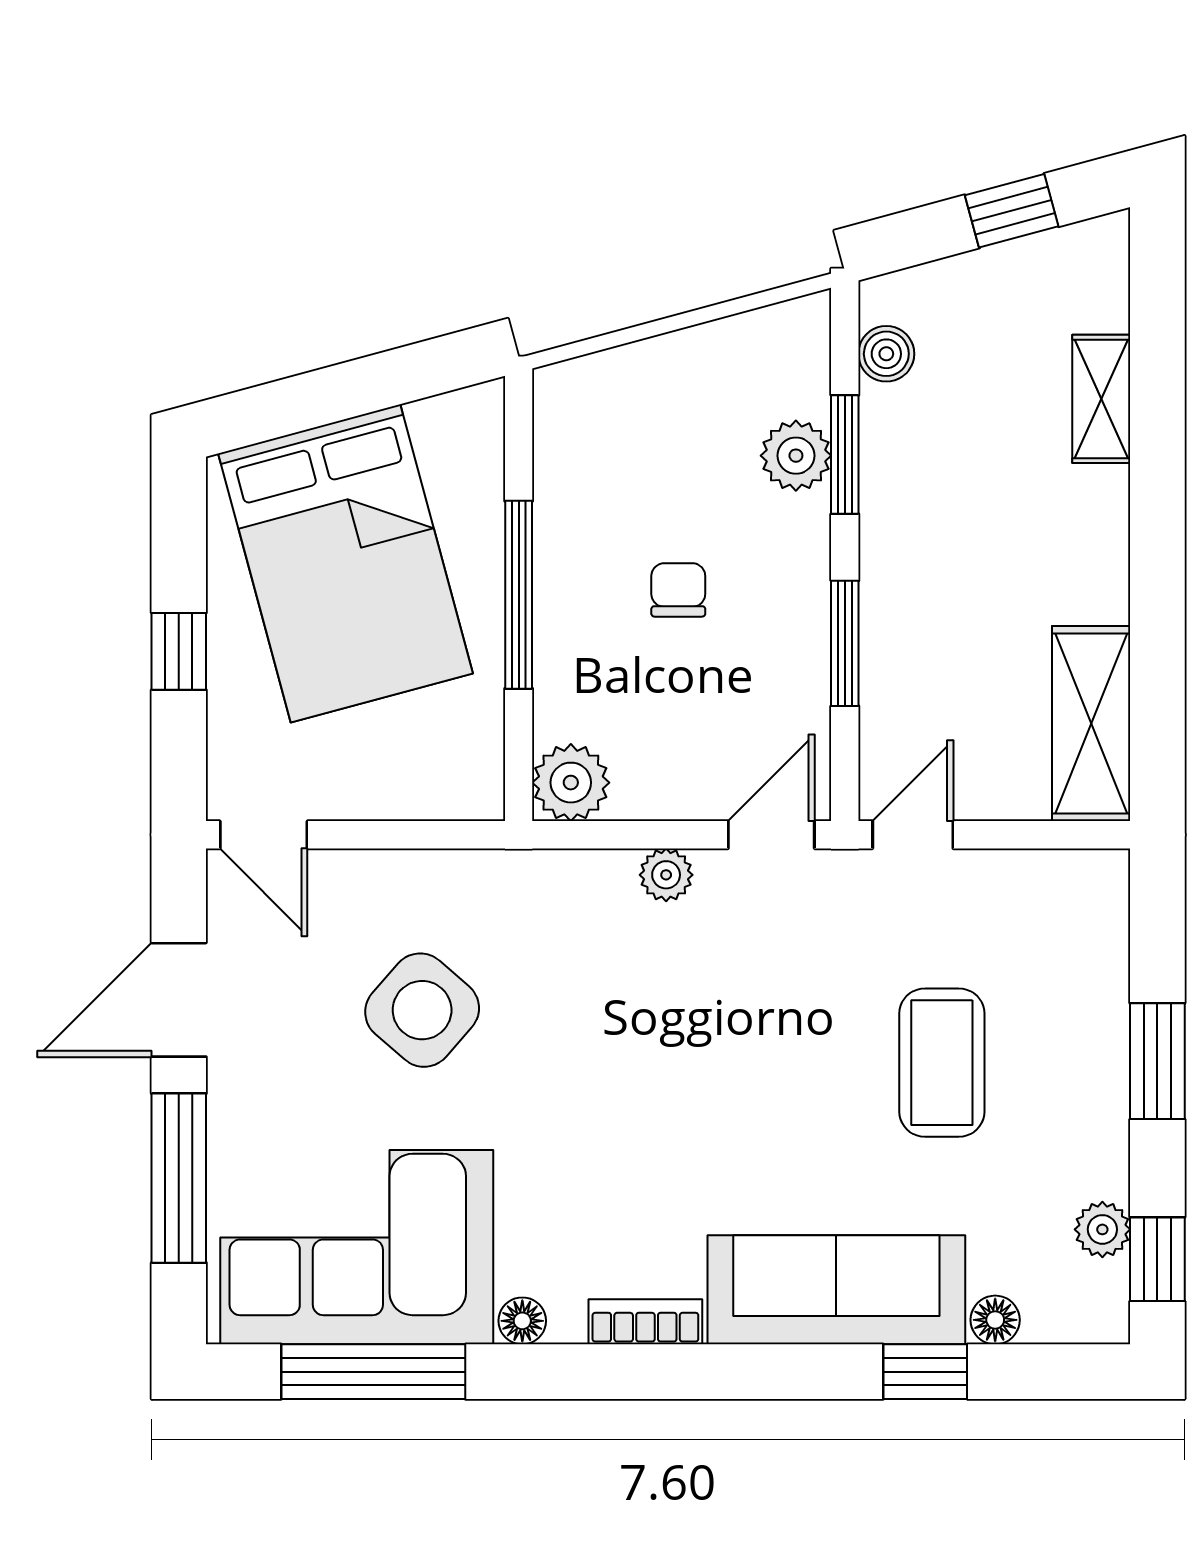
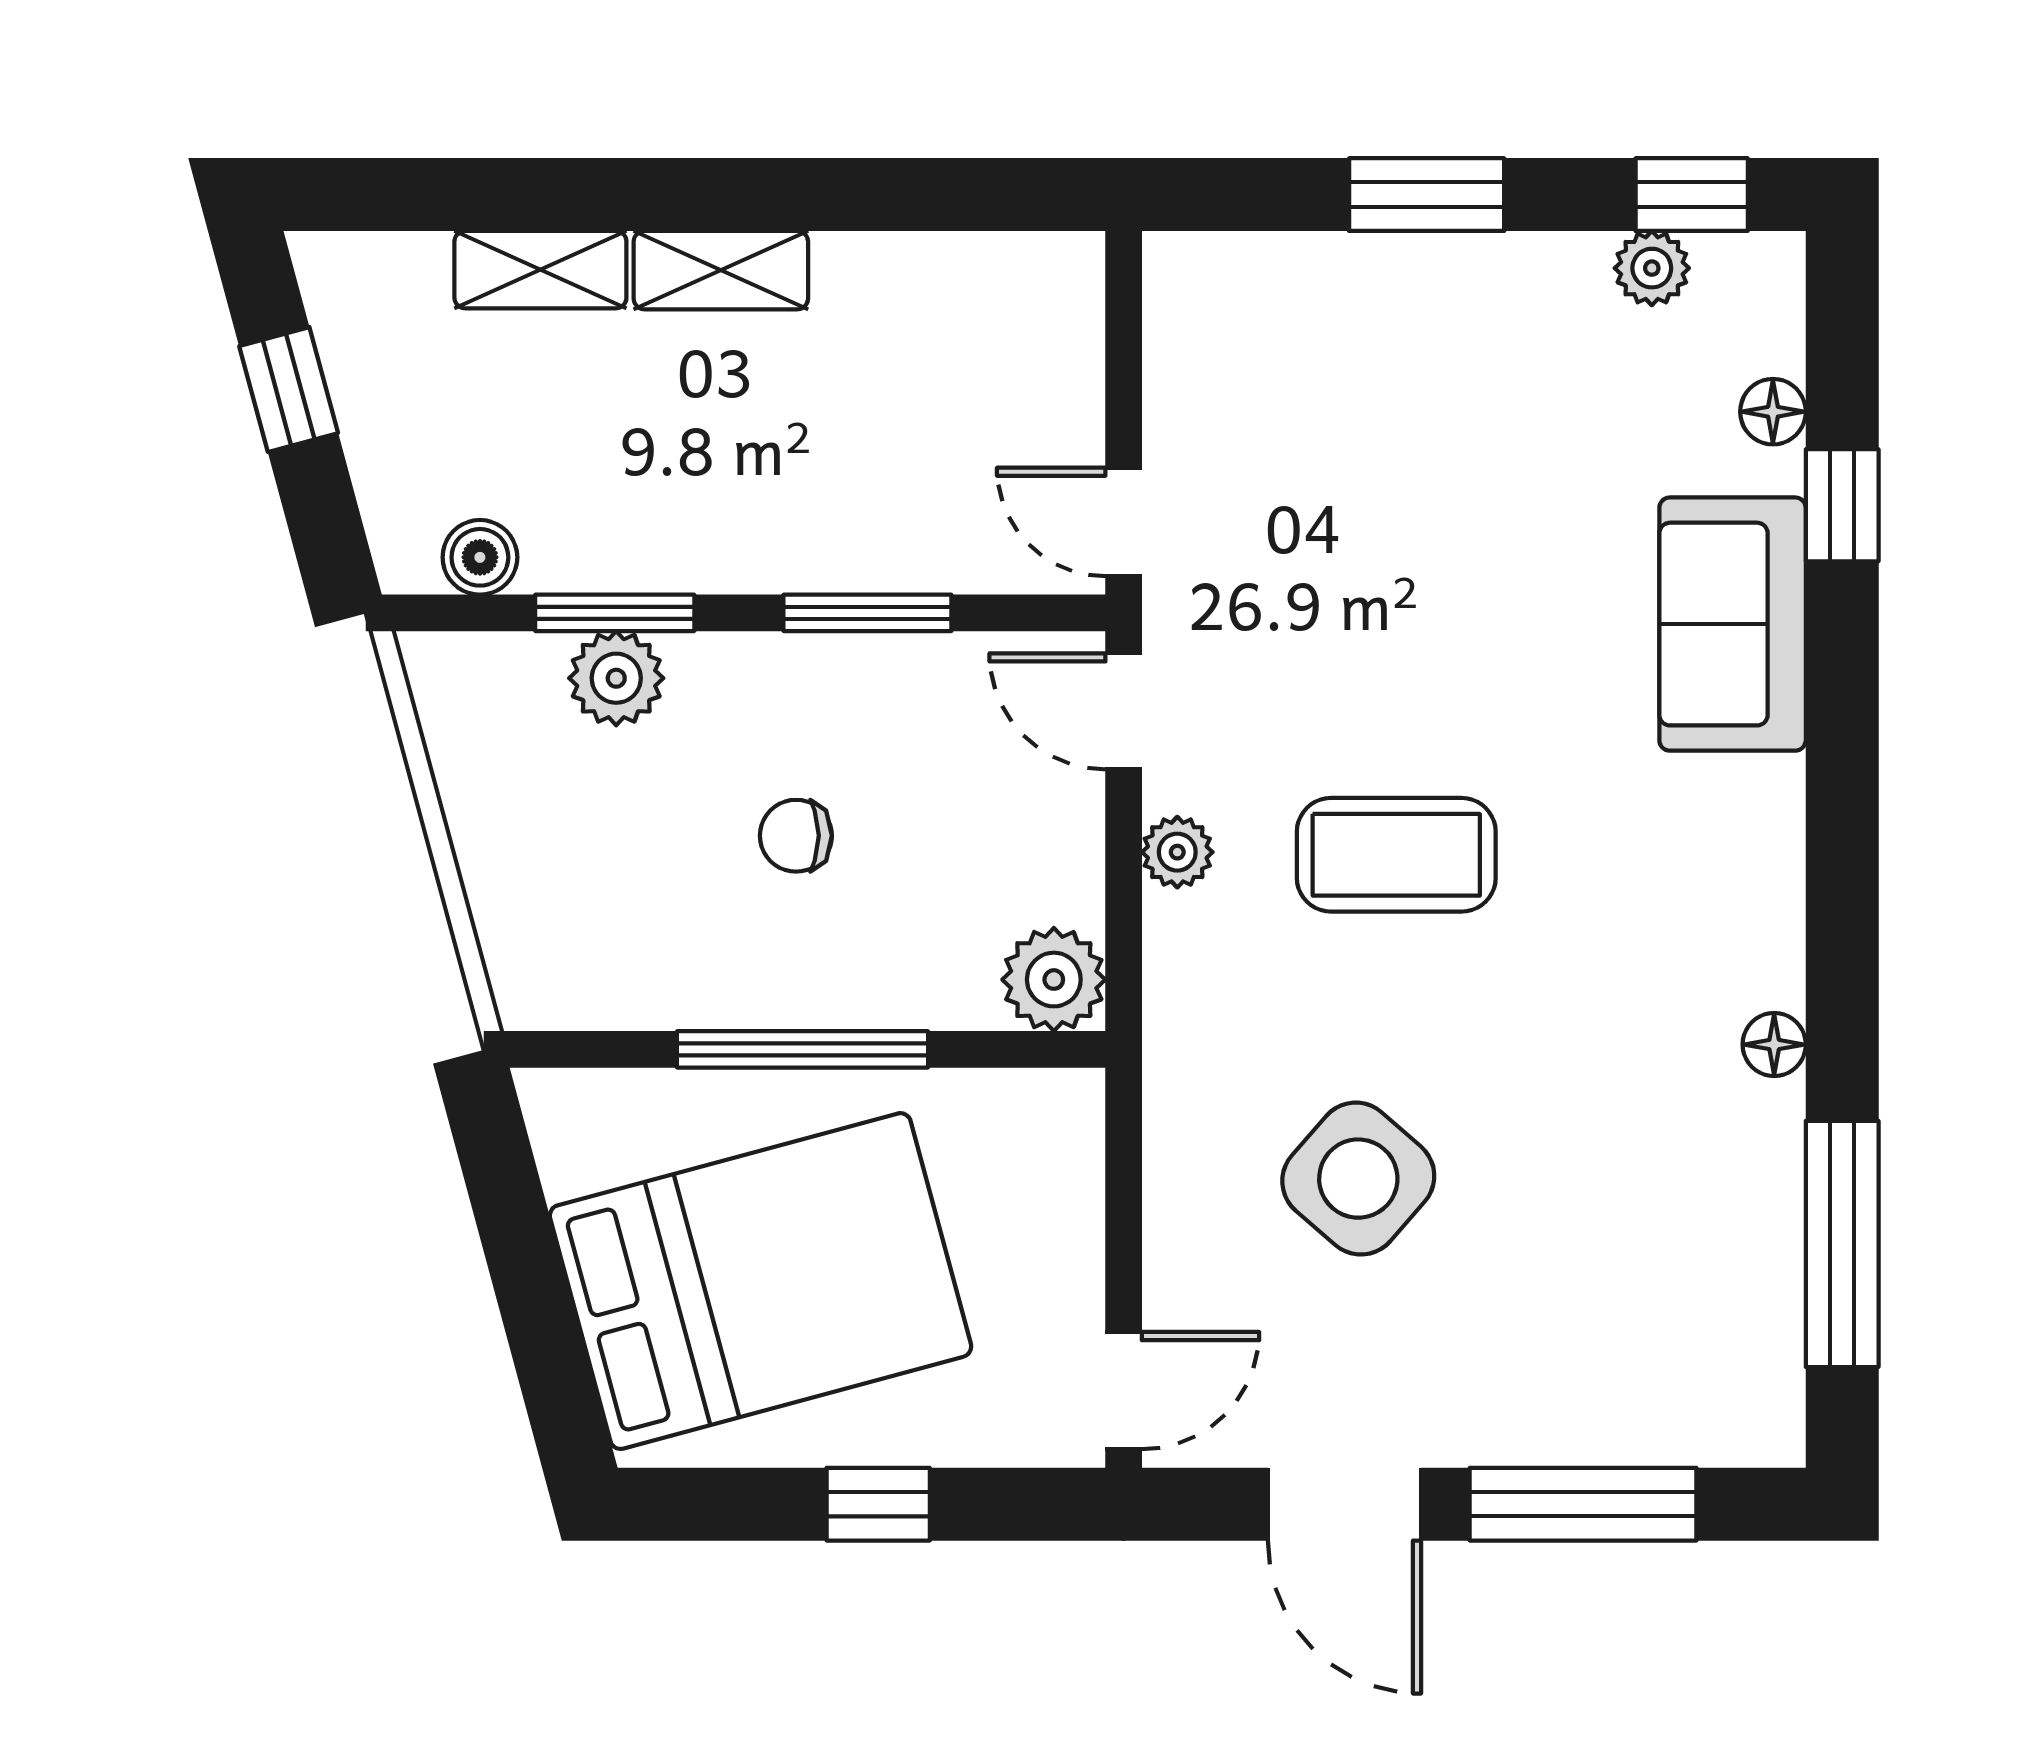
shelving: (1091, 724) -> (721, 270), moved, width x0.67, depth x0.75
coffee table: (942, 1063) -> (1396, 855), moved
corner sofa: (357, 1247) -> (1675, 1266), removed
sofa: (836, 1290) -> (1733, 624), width x0.73
bookcase: (645, 1322) -> (1775, 880), removed

